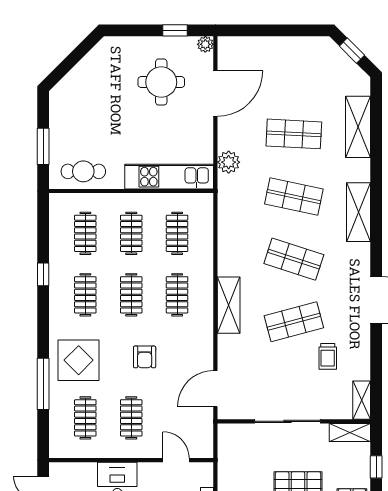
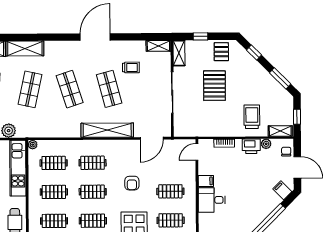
plant: (206, 200) -> (33, 145), added
shelving: (358, 212) -> (25, 49), moved
shop shelf: (294, 259) -> (70, 89), turned -36
shelving: (229, 305) -> (107, 130), width x1.47
armchair: (145, 357) -> (132, 183), turned 90
door: (215, 389) -> (152, 138), hinge flipped
door: (176, 460) -> (197, 152), moved
filing cabinet: (147, 474) -> (206, 181), added

